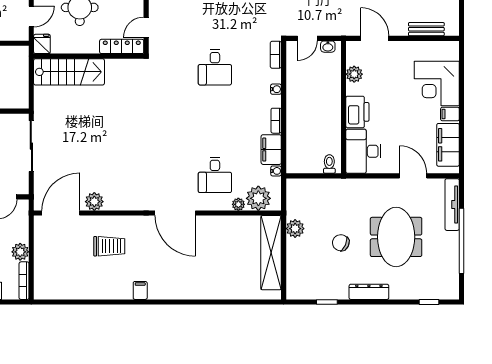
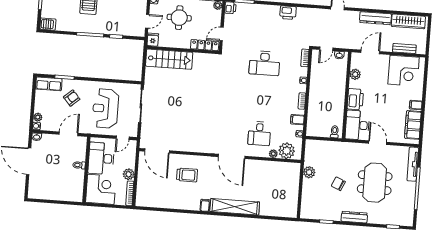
door: (375, 38) -> (370, 52), hinge flipped
desk: (215, 67) -> (265, 63), width x1.37
corner desk: (437, 83) -> (404, 71), moved, turned -90
filing cabinet: (271, 150) -> (297, 120), width x0.50
door: (413, 176) -> (378, 143), moved
plant: (94, 202) -> (179, 145), removed
door: (61, 213) -> (157, 151), swing flipped
shelving: (271, 253) -> (235, 207), moved, turned 90

